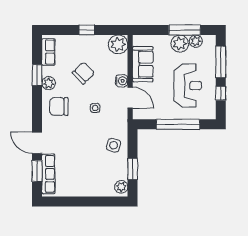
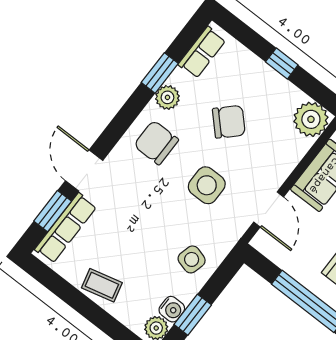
water cooler: (122, 81) -> (172, 309), moved
side table: (95, 108) -> (207, 185), width x1.87, depth x1.87
coffee table: (83, 187) -> (102, 285), added

